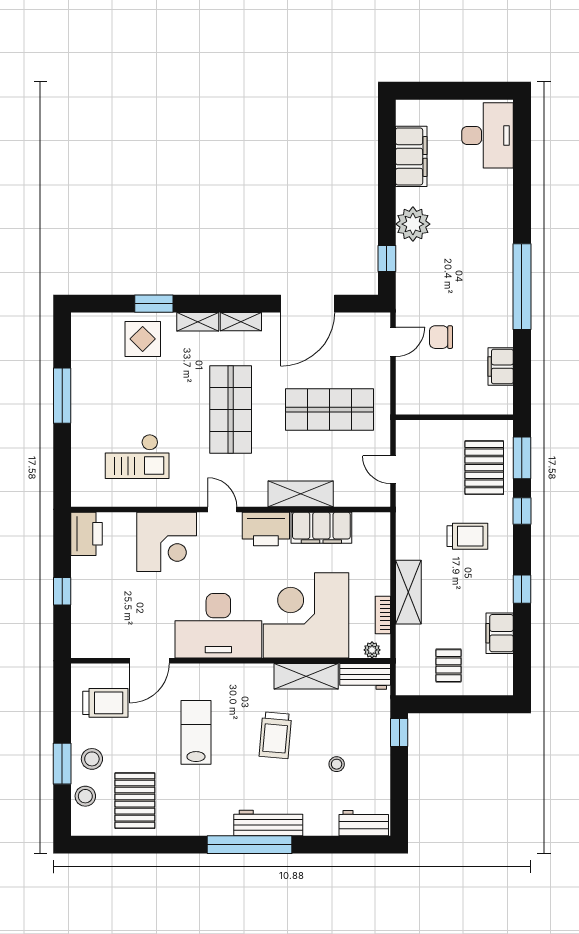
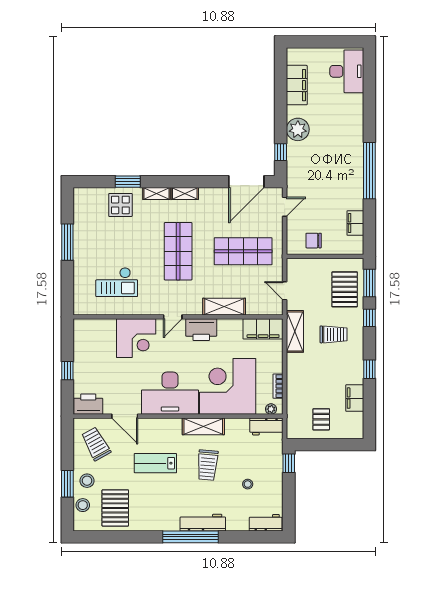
door: (308, 304) -> (246, 182), moved
chair: (441, 337) -> (314, 241), moved
door: (222, 509) -> (173, 317), swing flipped
filing cabinet: (321, 528) -> (263, 329), moved
printer: (87, 534) -> (88, 404), moved, turned -90
shelving: (408, 592) -> (295, 331), moved
door: (149, 661) -> (125, 416), hinge flipped
shelving: (306, 676) -> (203, 426), moved
trolley: (105, 703) -> (96, 444), turned -119
lab bench: (196, 732) -> (155, 463), turned -90

